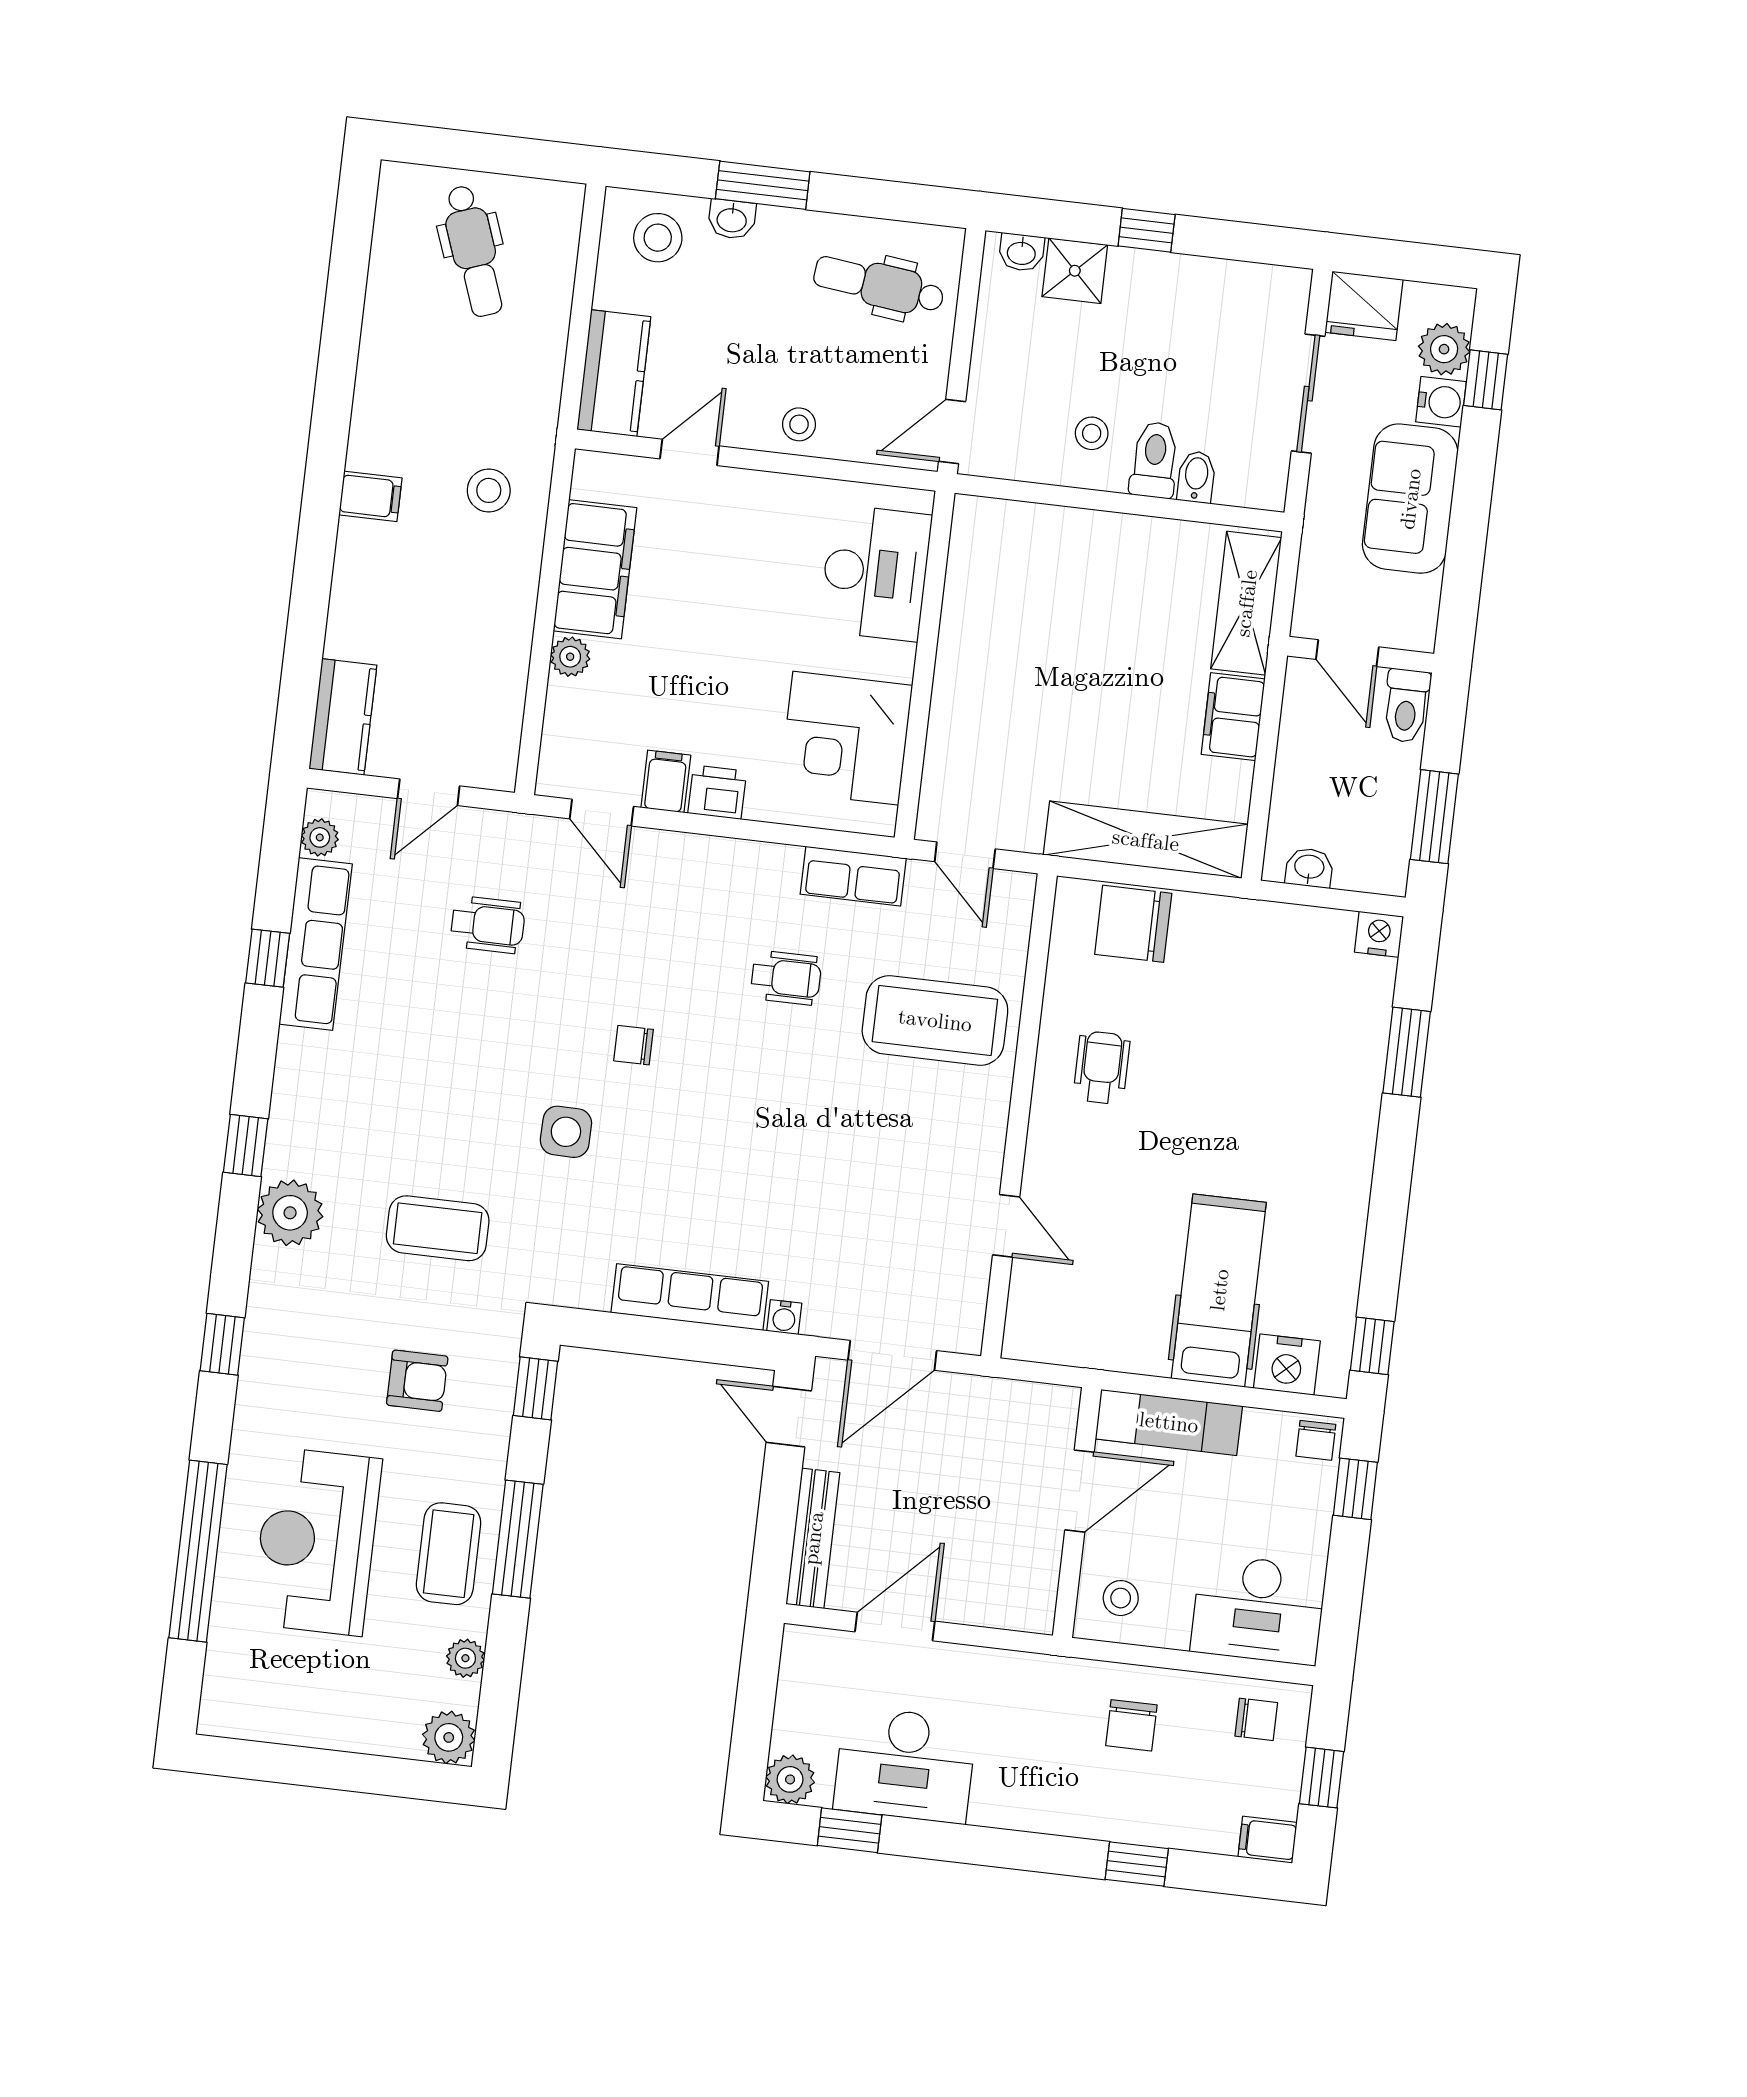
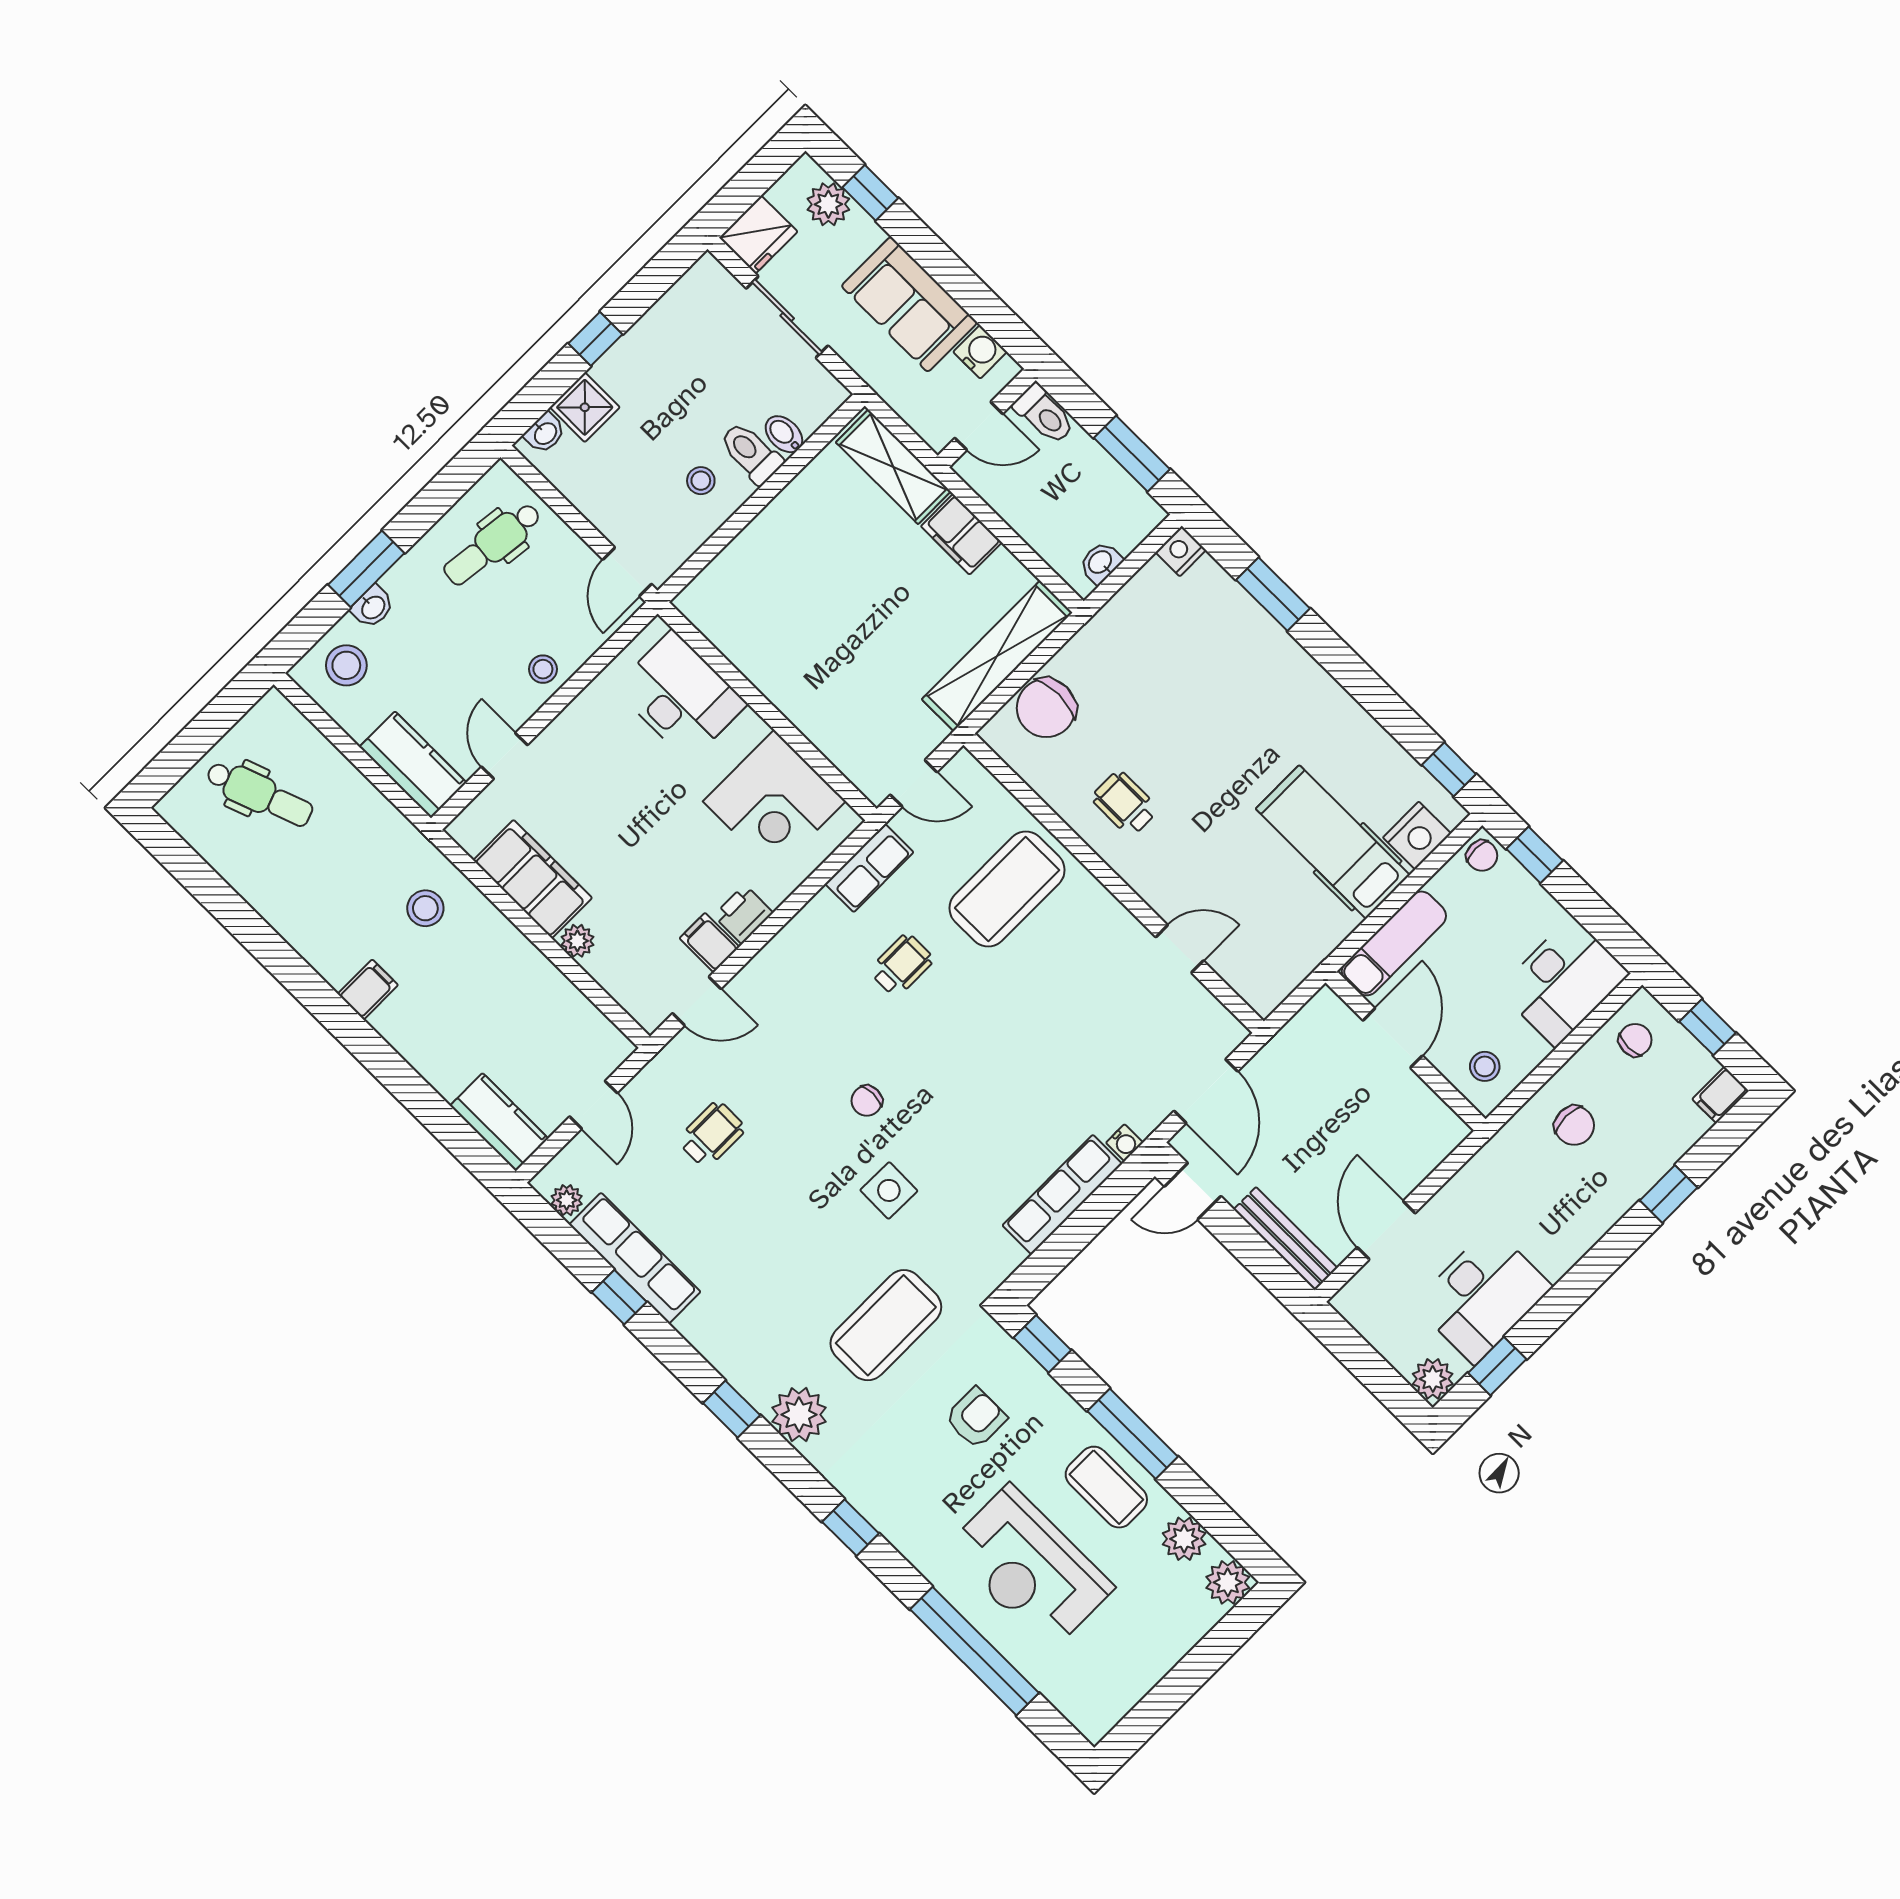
water cooler: (1441, 402) -> (980, 352), moved
coffee table: (438, 1228) -> (886, 1325), width x1.36, depth x1.32
plant: (465, 1658) -> (1184, 1539), width x1.38, depth x1.38

